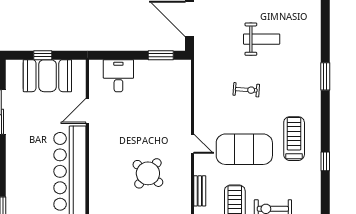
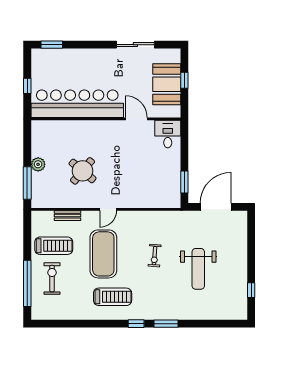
weight bench: (262, 39) -> (198, 269), width x1.36, depth x1.33
desk: (118, 76) -> (168, 134), moved, turned -90
window: (325, 161) -> (136, 324), moved

